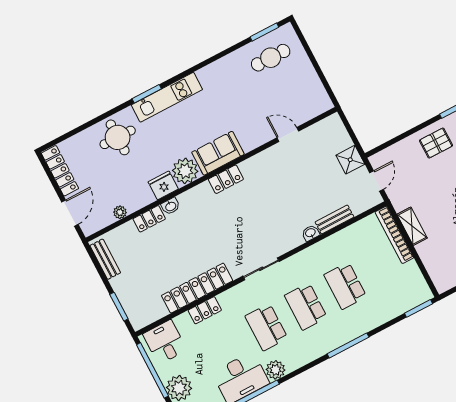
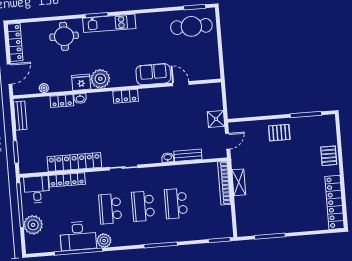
cafe table: (271, 58) -> (191, 26), width x1.37, depth x1.35
sofa: (218, 153) -> (153, 74), moved
locker: (205, 310) -> (67, 180), width x1.53

